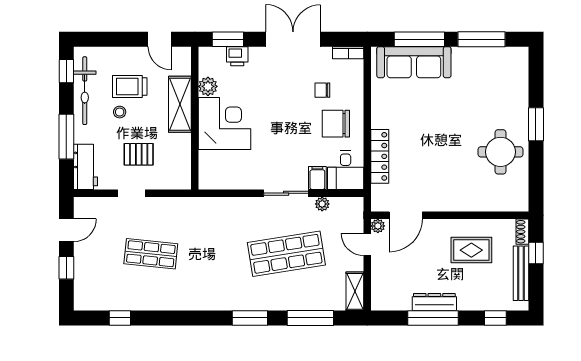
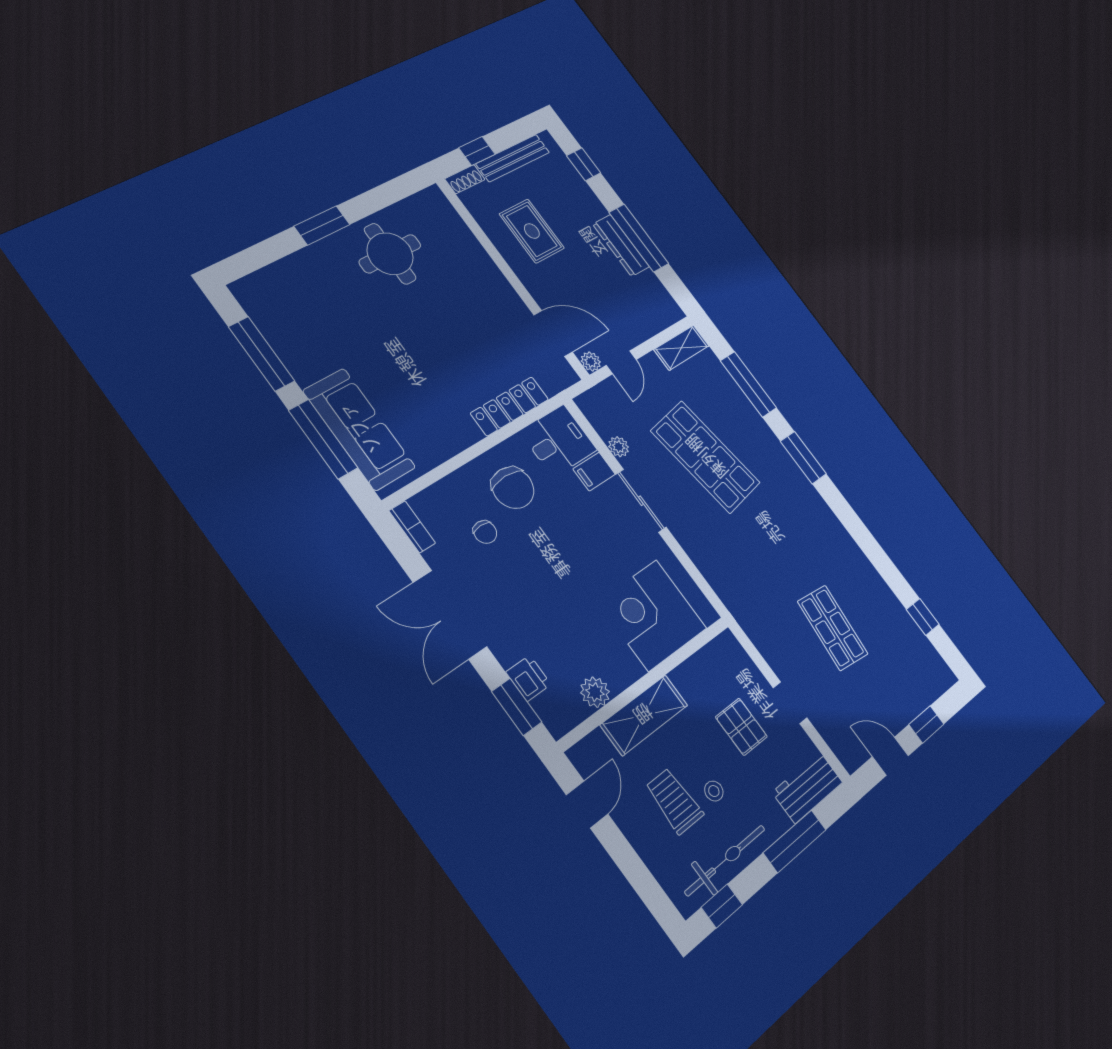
trolley: (130, 87) -> (674, 801), turned 180
corner desk: (225, 123) -> (652, 615), moved

